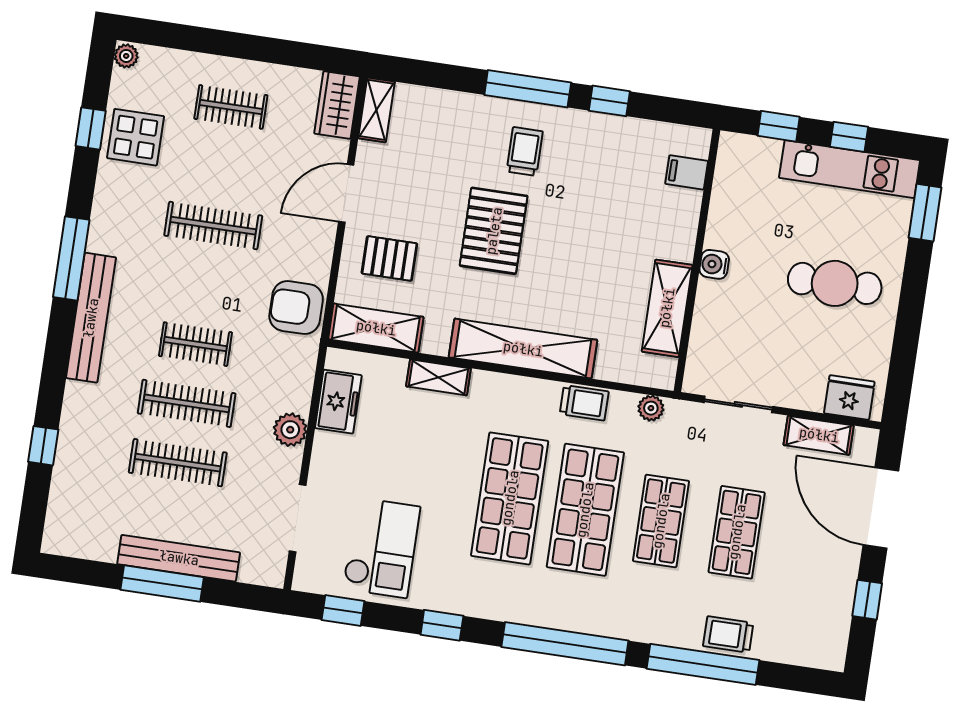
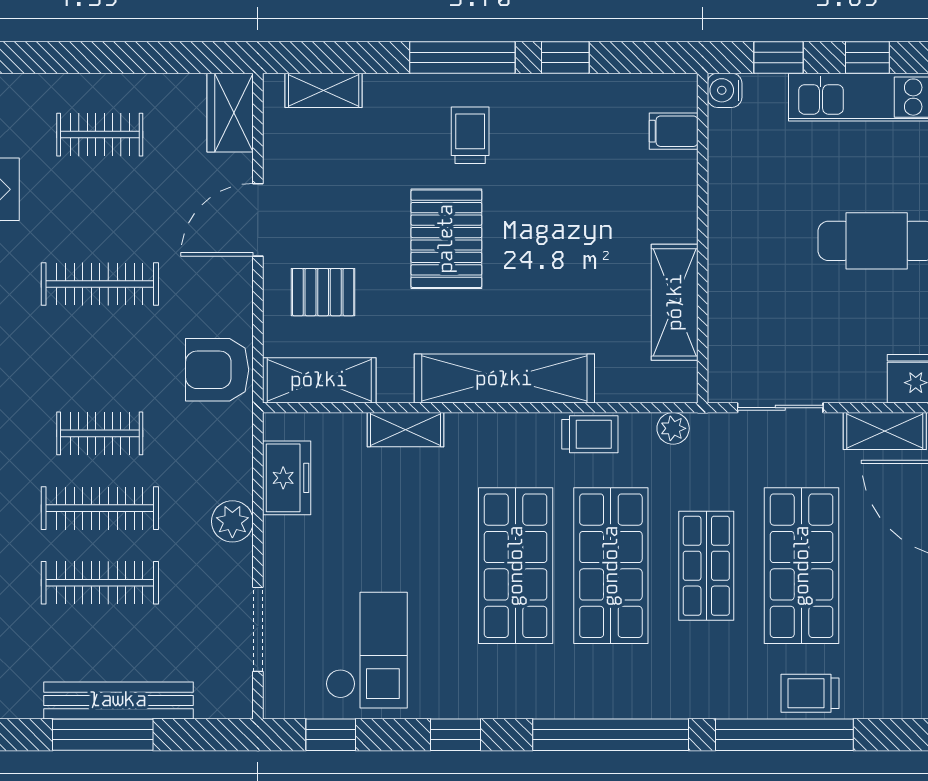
shelving: (376, 110) -> (324, 90), moved, turned 90
water cooler: (714, 264) -> (725, 90), moved
shop shelf: (737, 532) -> (802, 566), width x1.43, depth x1.36

